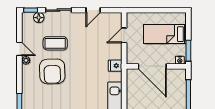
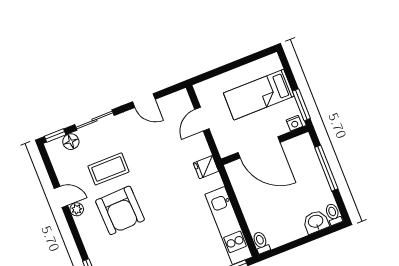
door: (93, 10) -> (144, 101), hinge flipped

